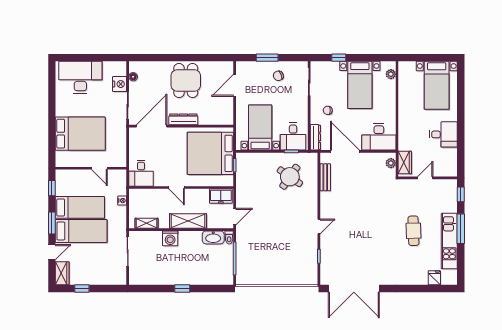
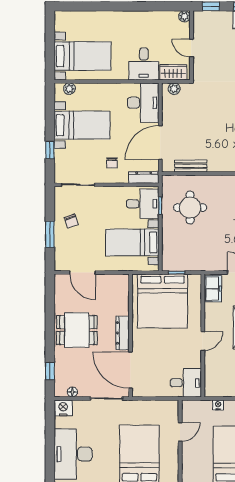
window: (151, 58) -> (50, 371), added
nightstand: (120, 84) -> (63, 408), moved
bed with nightstands: (437, 85) -> (83, 56), moved
desk: (443, 134) -> (144, 64), moved, turned 180
plant: (452, 172) -> (184, 16), added
round table: (290, 177) -> (190, 208), turned -35

